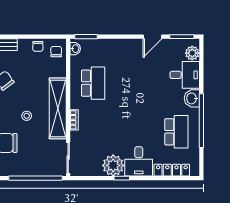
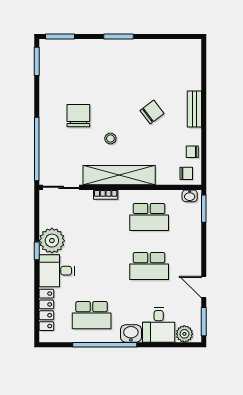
school desk: (135, 83) -> (149, 266), added

